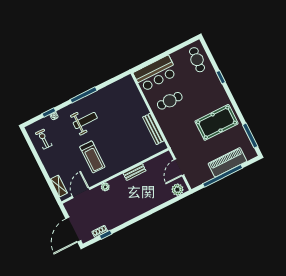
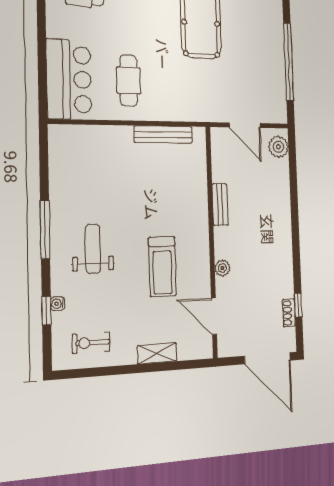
treadmill: (92, 157) -> (162, 267), turned 90
piano: (227, 162) -> (271, 42), removed
shelving: (59, 186) -> (157, 353), moved

